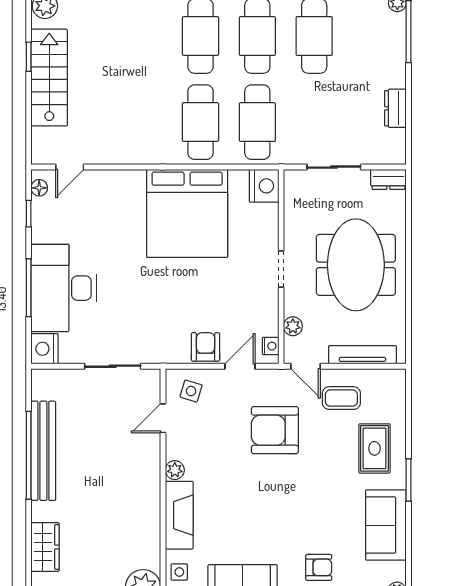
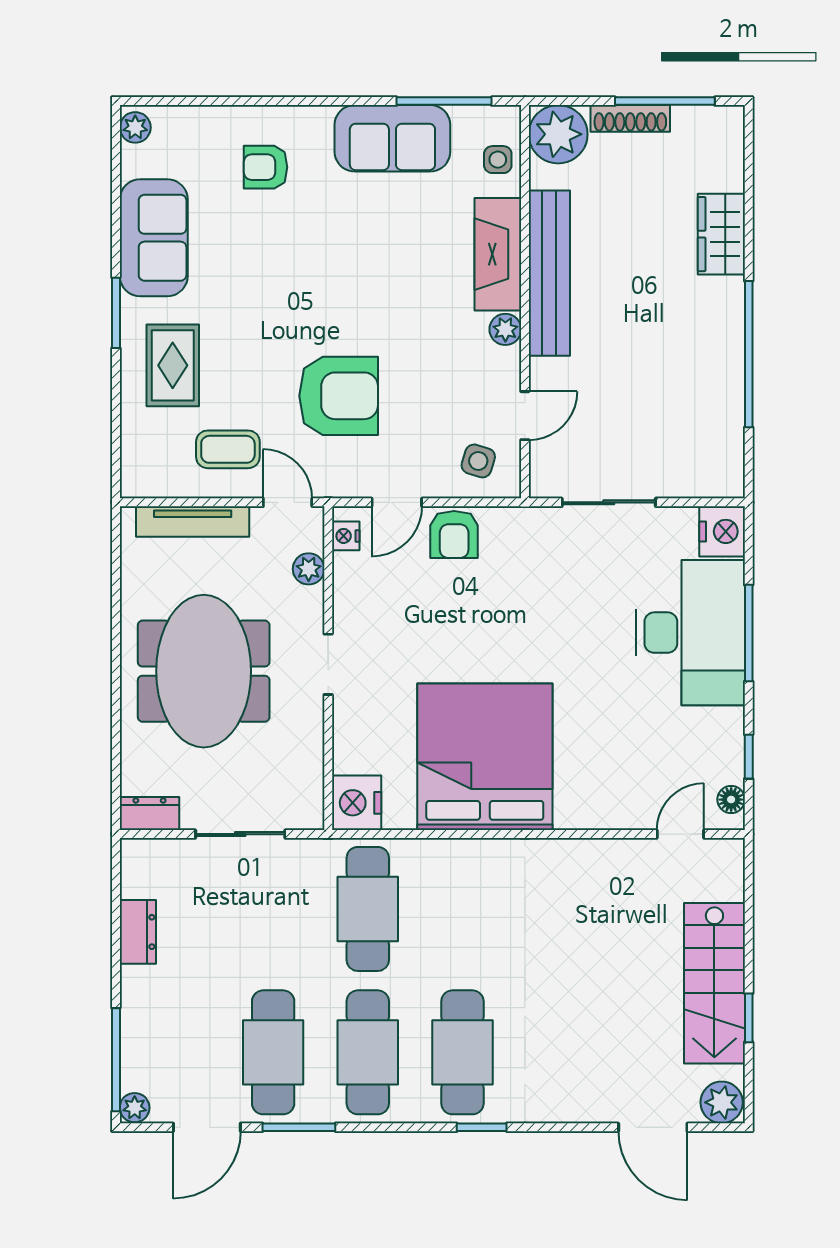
cafe table: (201, 122) -> (462, 909), removed
bench: (43, 451) -> (549, 273), moved
wardrobe: (45, 547) -> (721, 234), moved

